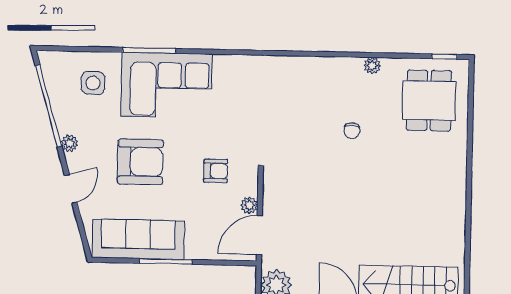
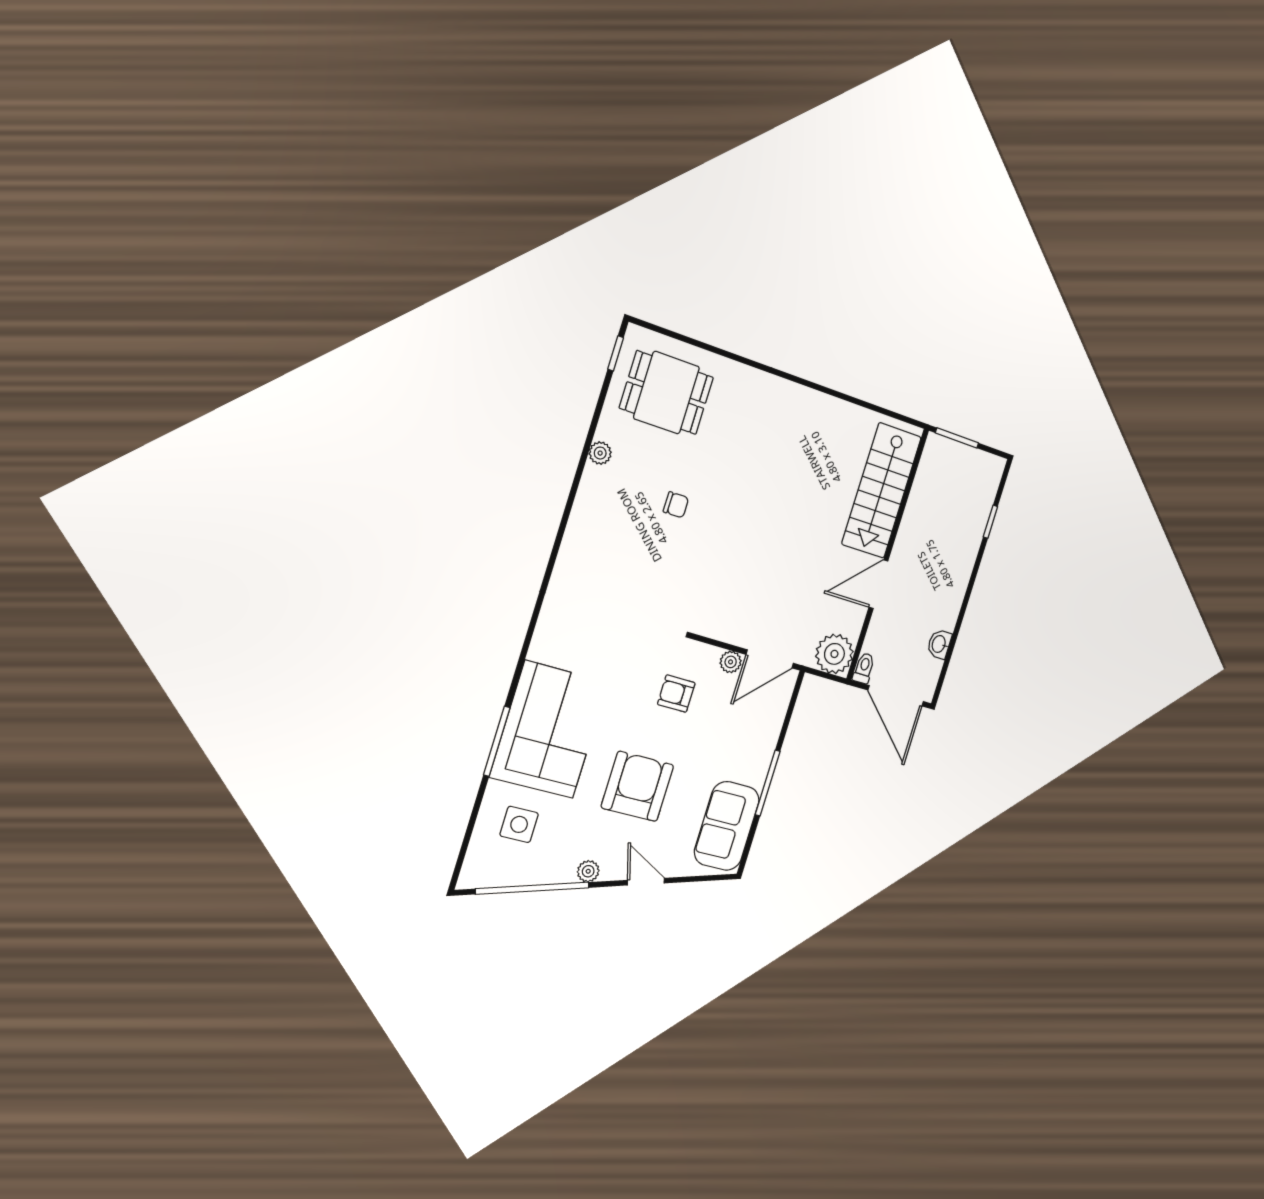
armchair: (216, 171) -> (676, 694), turned -90
door: (259, 235) -> (770, 659), hinge flipped
sofa: (138, 239) -> (727, 826), width x0.73

